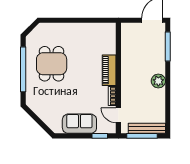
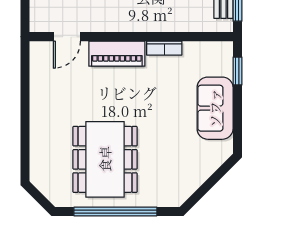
dining table: (52, 64) -> (105, 159), width x1.38
door: (118, 115) -> (67, 37), moved

